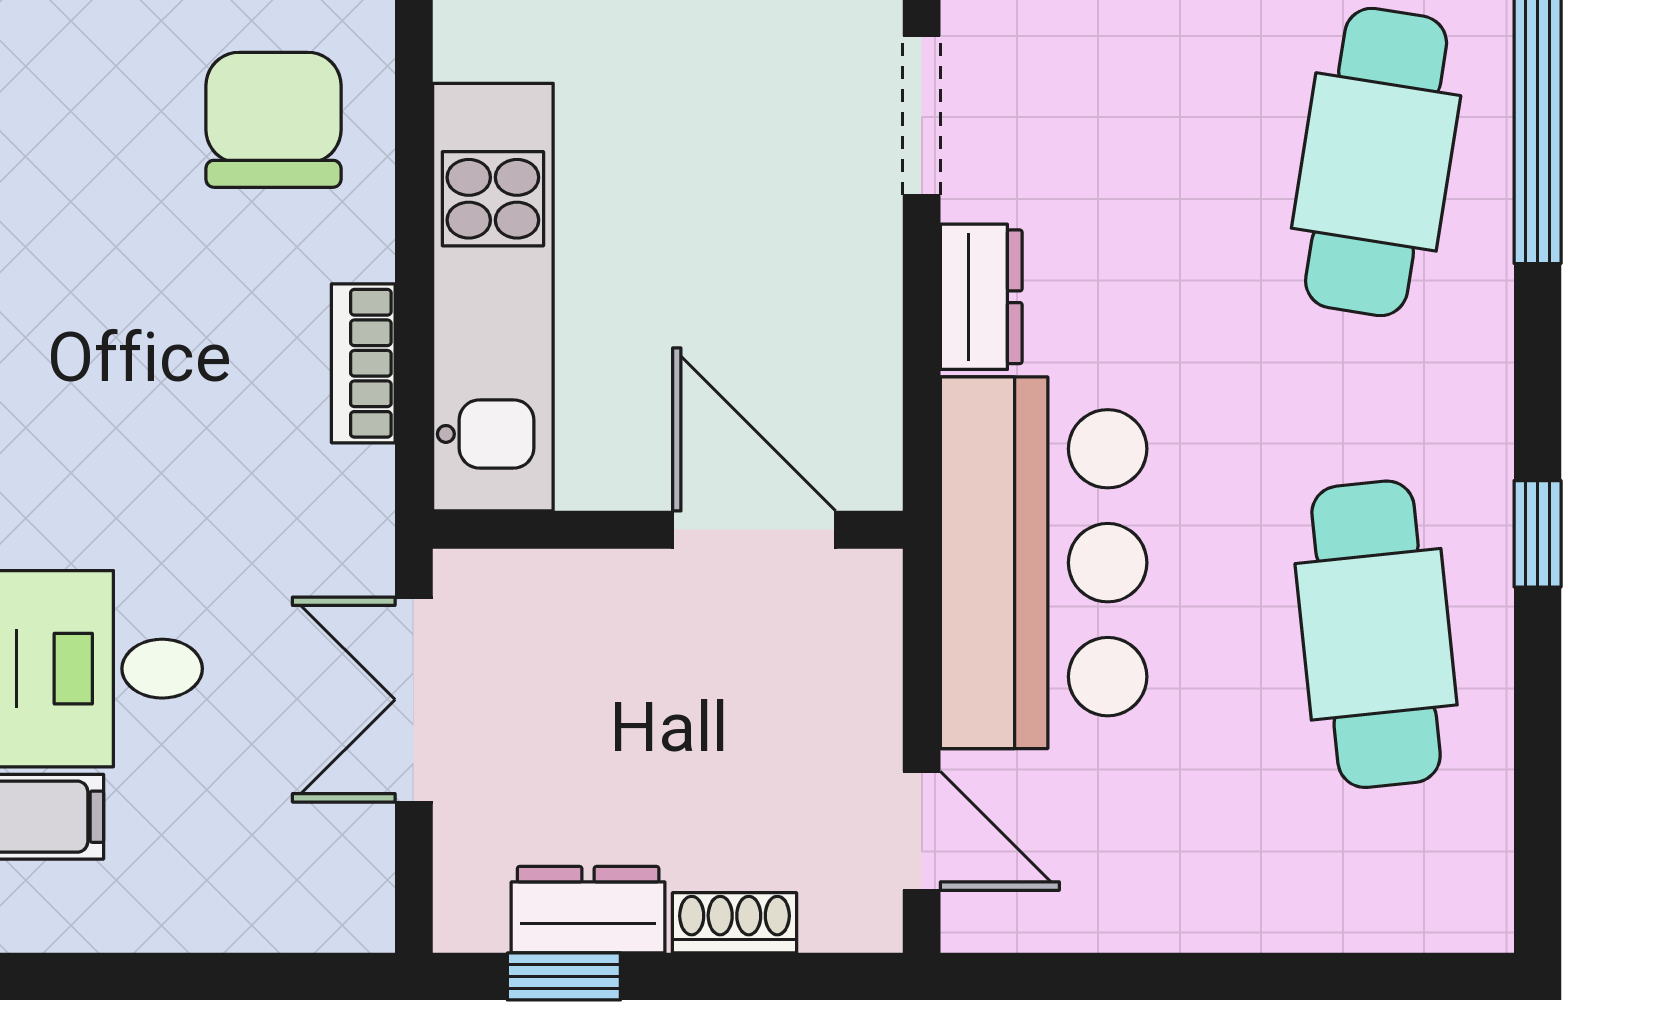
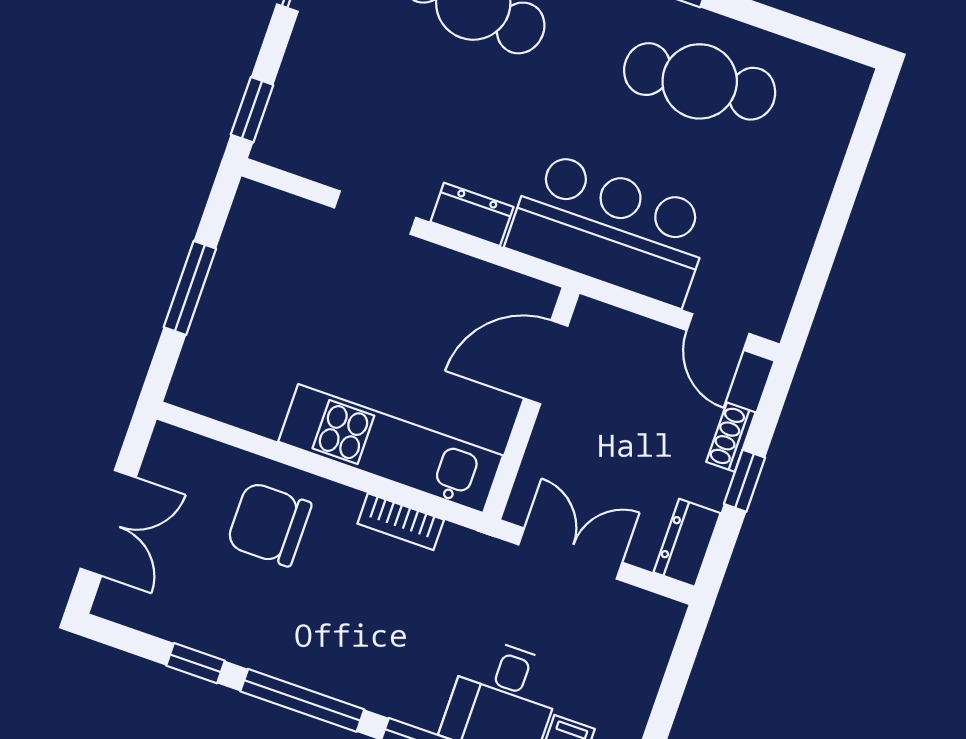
double door: (414, 700) -> (570, 554), swing flipped
door: (922, 831) -> (718, 332), swing flipped
dresser: (588, 910) -> (687, 543), moved
window: (564, 976) -> (744, 481), moved

